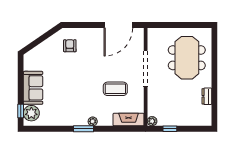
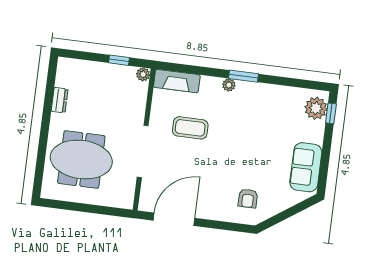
meeting table: (187, 58) -> (81, 159), turned 90
sofa: (33, 88) -> (306, 167), moved

